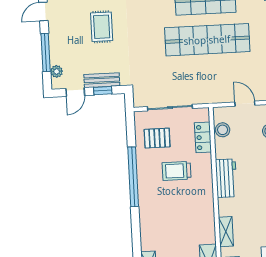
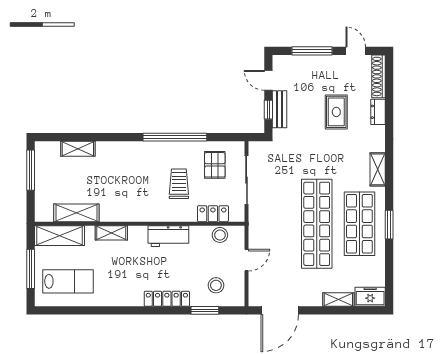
rug: (102, 27) -> (336, 112), turned 90
plant: (57, 71) -> (291, 62), removed

